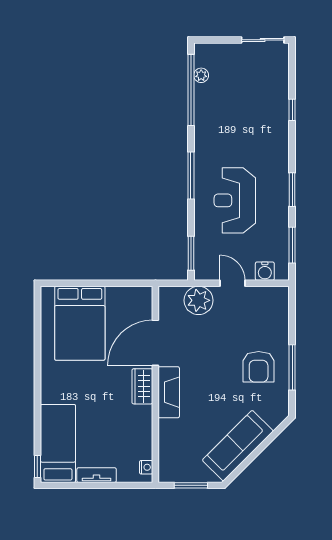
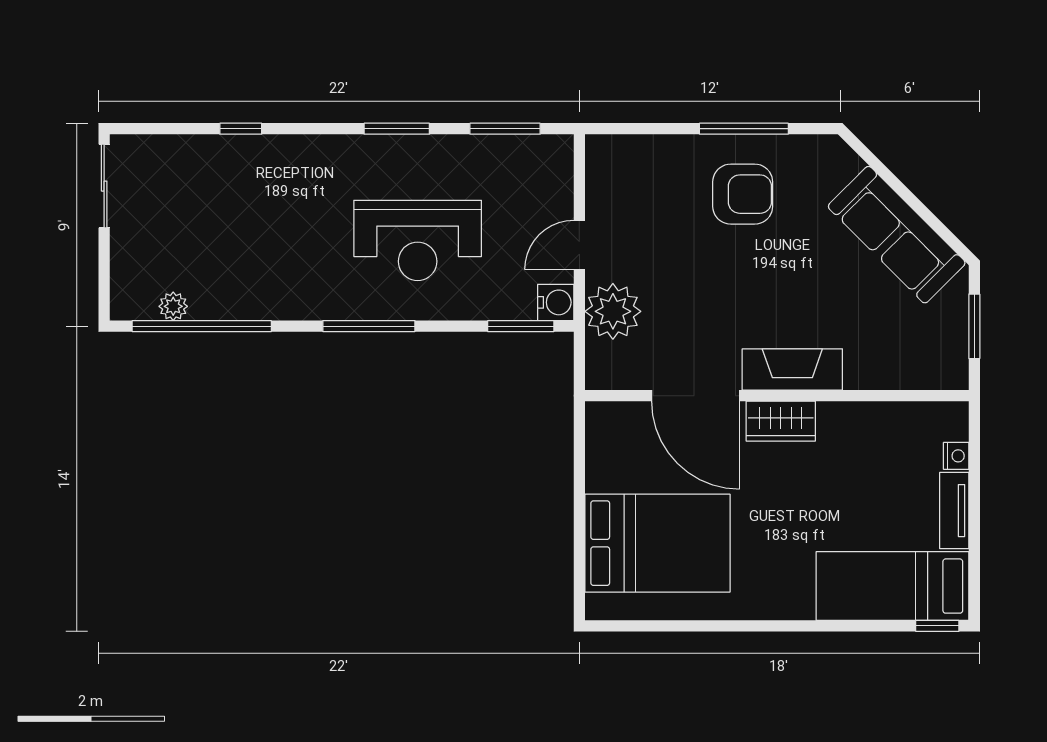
water cooler: (265, 271) -> (556, 302), moved
nightstand: (146, 467) -> (956, 456), moved, turned 90

